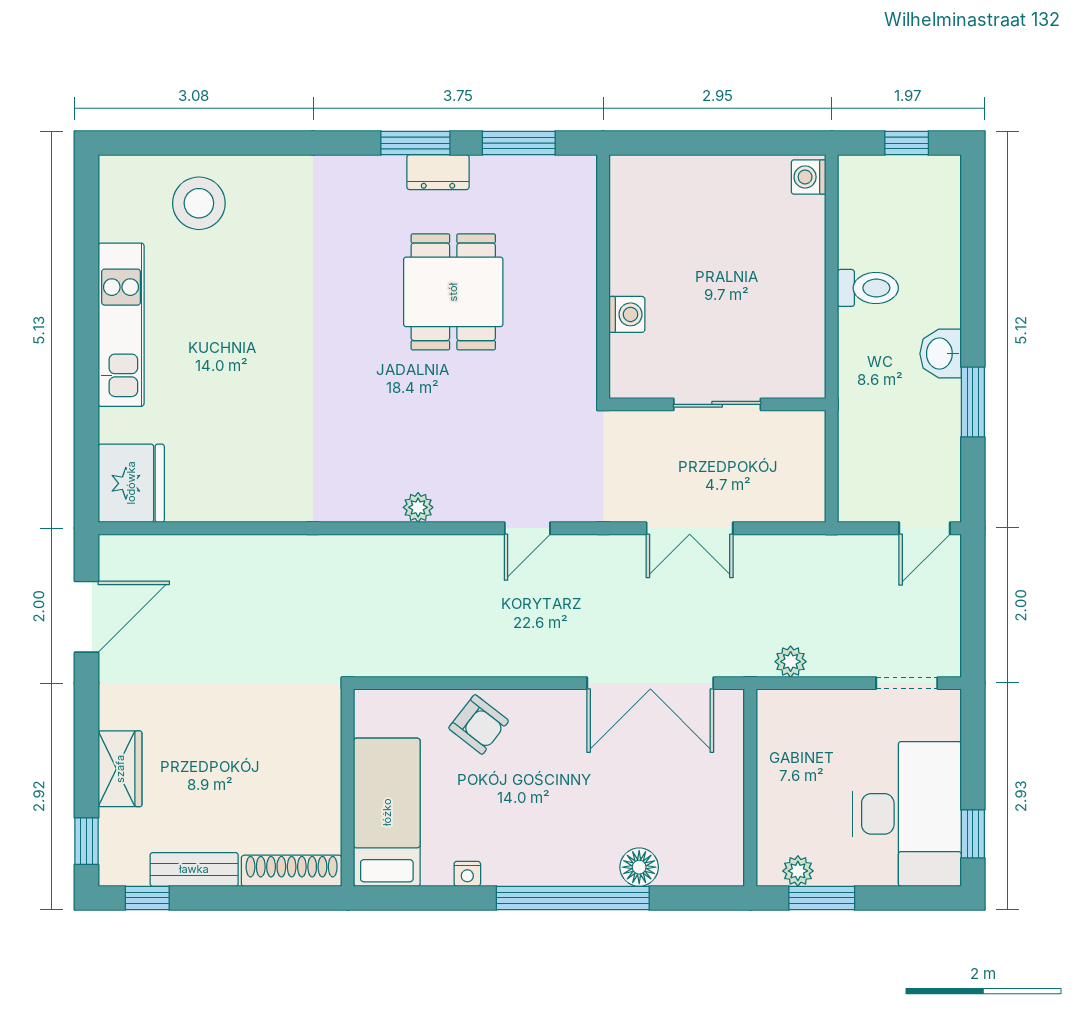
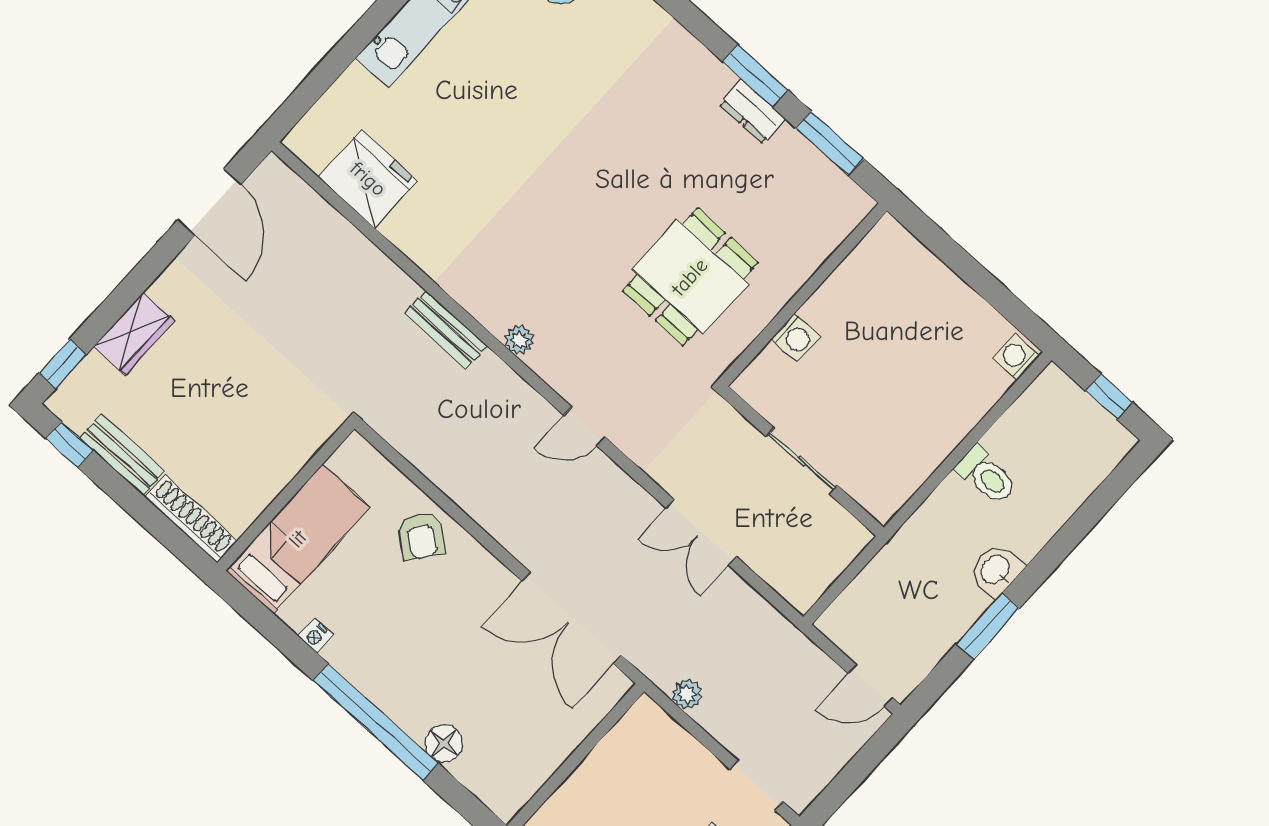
dining table: (453, 292) -> (690, 277), moved
fridge: (131, 483) -> (368, 179), moved, turned -90
bench: (355, 550) -> (446, 330), added
door: (86, 617) -> (209, 202), hinge flipped

